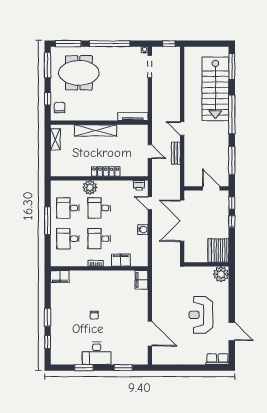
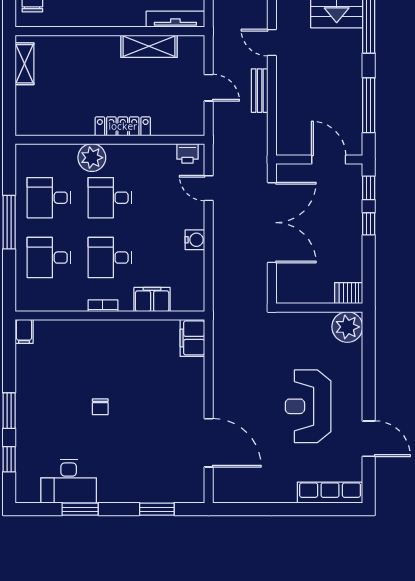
shelving: (96, 130) -> (149, 46), moved, width x0.68
double door: (182, 221) -> (272, 223), swing flipped
server rack: (218, 251) -> (349, 293), width x0.46, depth x0.70
filing cabinet: (60, 277) -> (24, 331), width x0.50
desk: (97, 353) -> (69, 481), moved
row of seats: (217, 359) -> (330, 493), width x1.48

